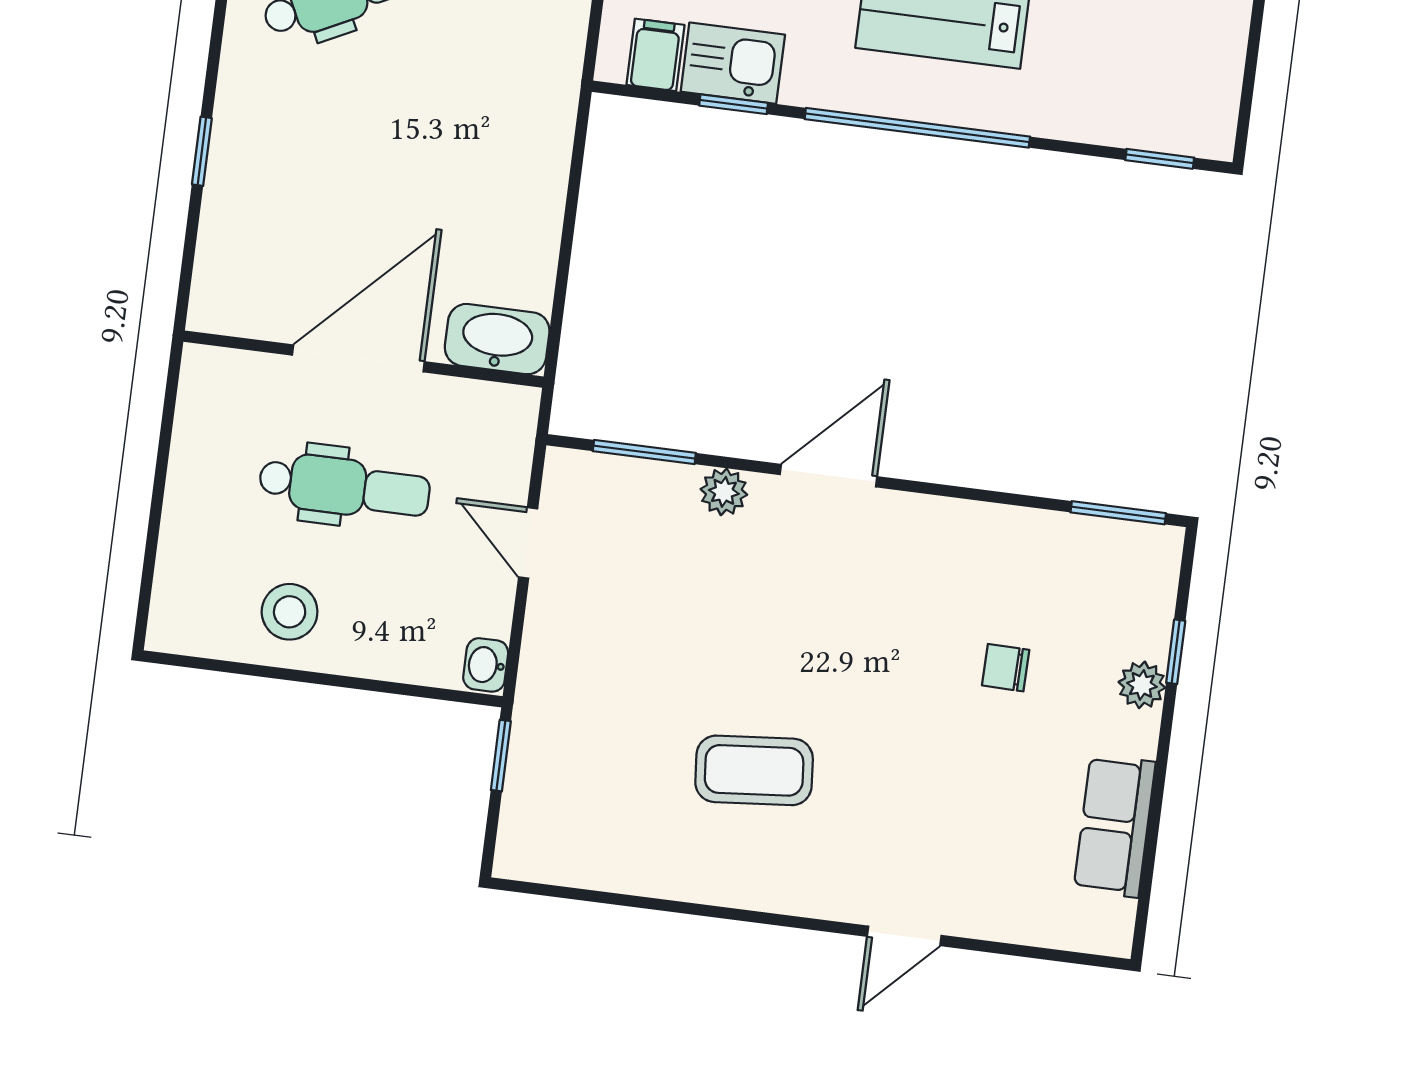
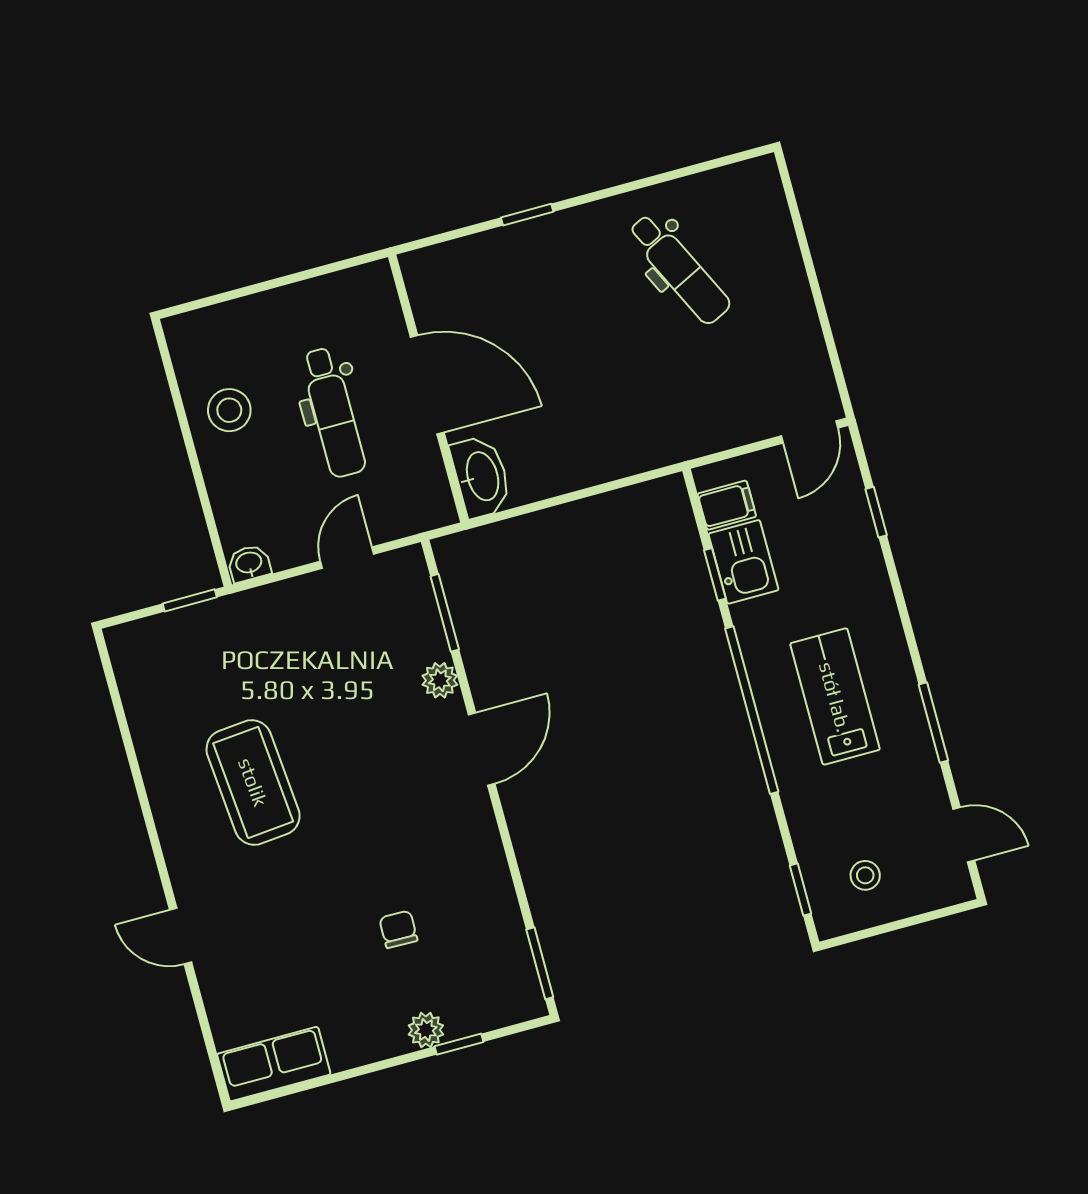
stool: (1175, 73) -> (865, 875), added
door: (828, 476) -> (482, 749), hinge flipped
coffee table: (754, 770) -> (253, 782), width x1.36, depth x1.32
row of seats: (1115, 826) -> (274, 1064), moved

